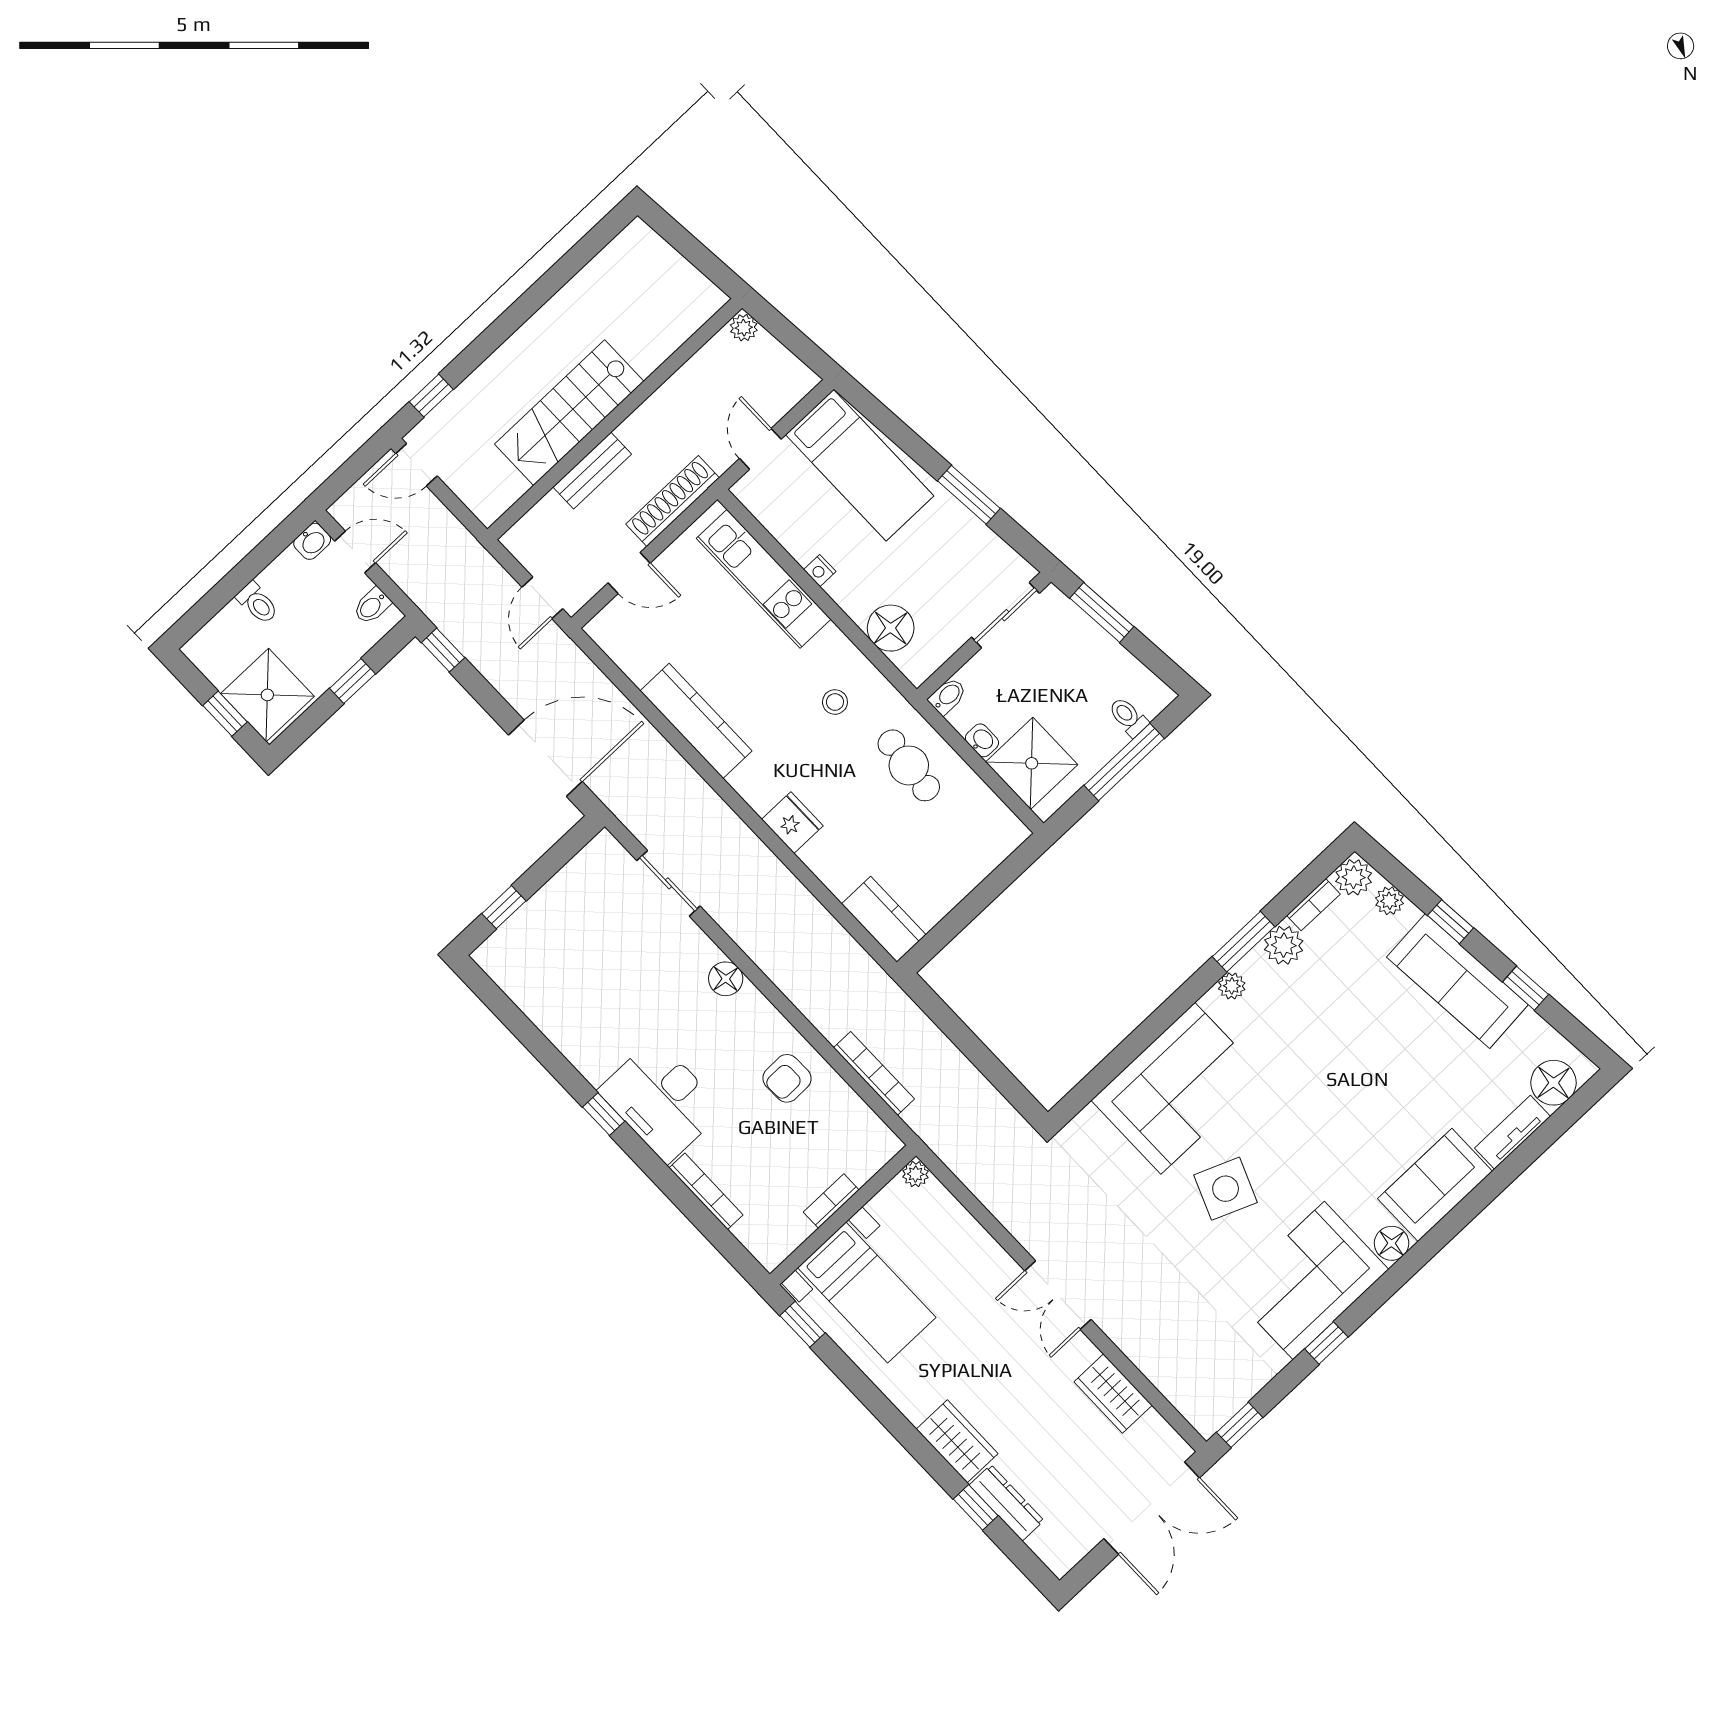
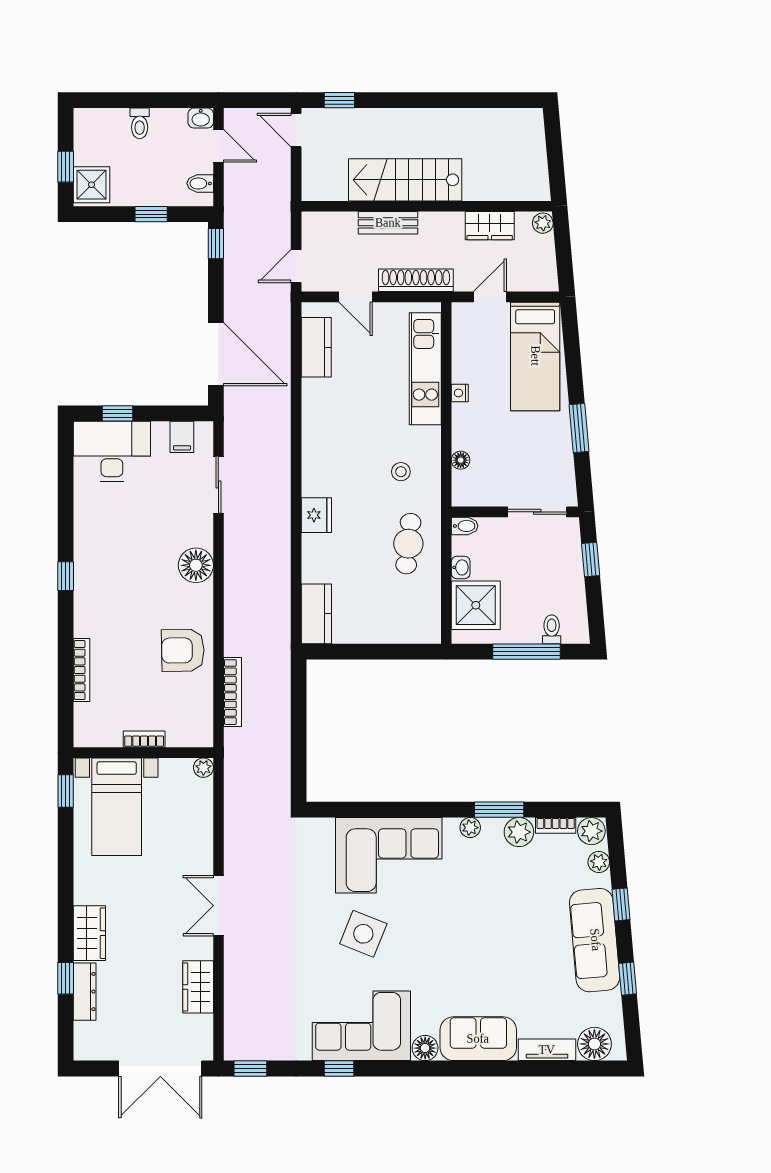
wardrobe: (694, 379) -> (490, 226), added
window: (1102, 612) -> (591, 559), width x0.67
floor lamp: (891, 628) -> (461, 460), width x0.53, depth x0.53
shower: (267, 695) -> (92, 185), width x0.73, depth x0.73
kitchen counter: (696, 721) -> (316, 347), moved, width x0.67
filing cabinet: (589, 870) -> (182, 437), added
floor lamp: (726, 979) -> (196, 565), width x1.38, depth x1.38
armchair: (787, 1078) -> (183, 650), width x1.38, depth x1.38
desk: (661, 1100) -> (112, 451), moved, turned 90

